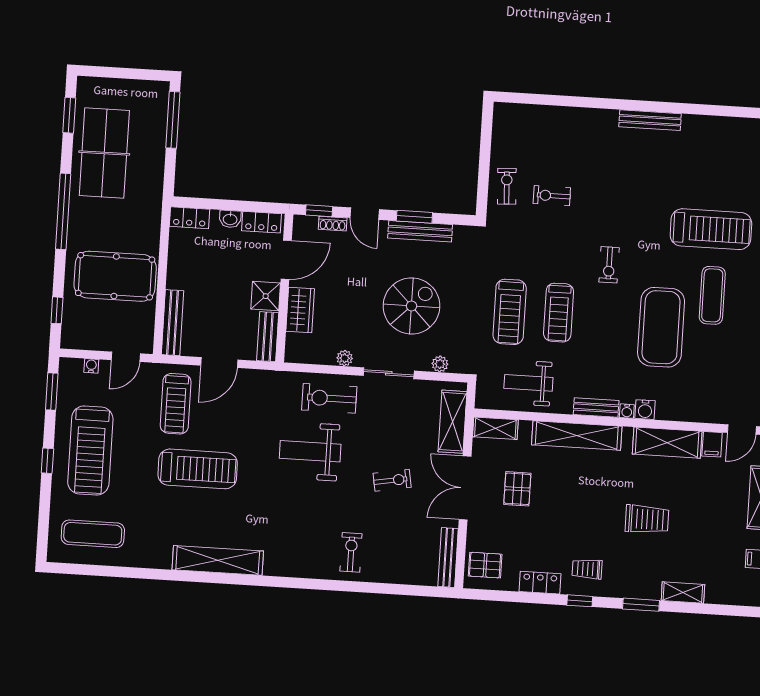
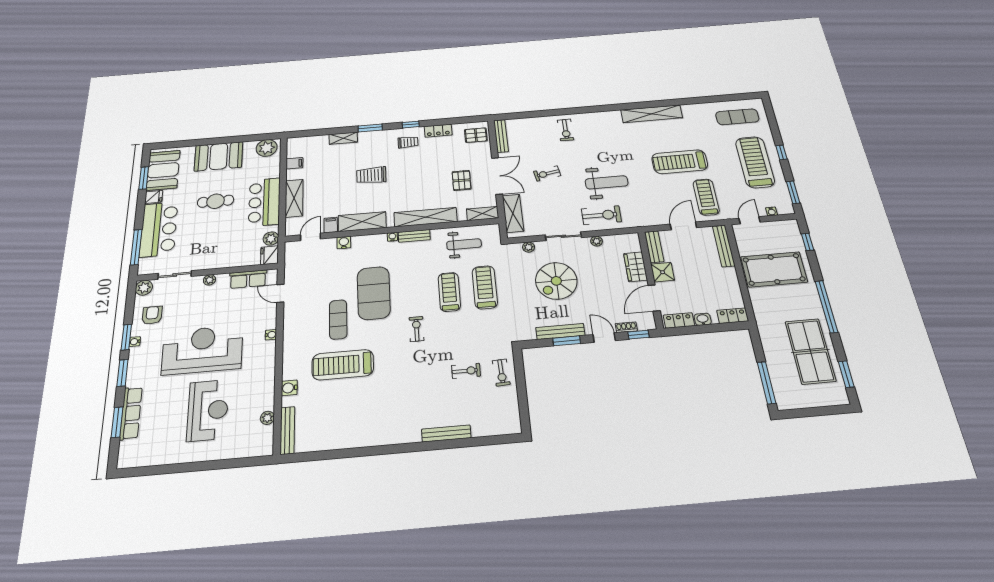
bench: (650, 120) -> (446, 434), moved
water cooler: (645, 410) -> (344, 243), moved

